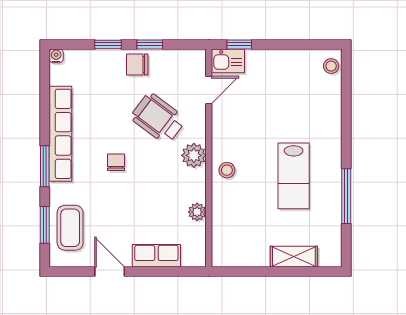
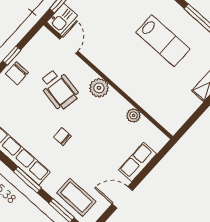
wheelchair: (158, 118) -> (59, 89), turned -117
stool: (227, 170) -> (125, 76), removed

